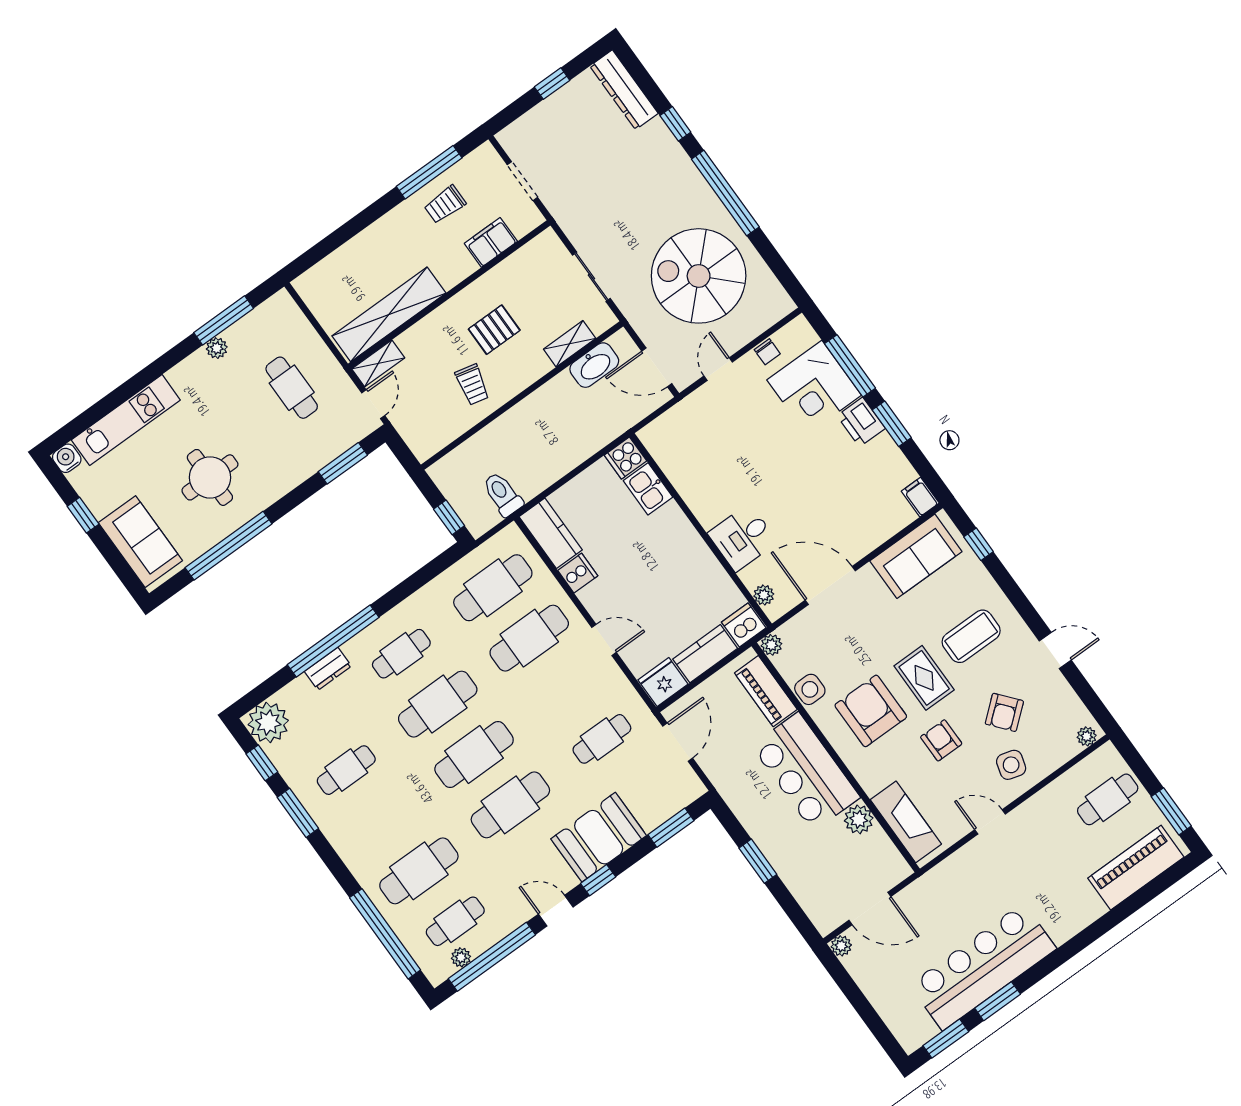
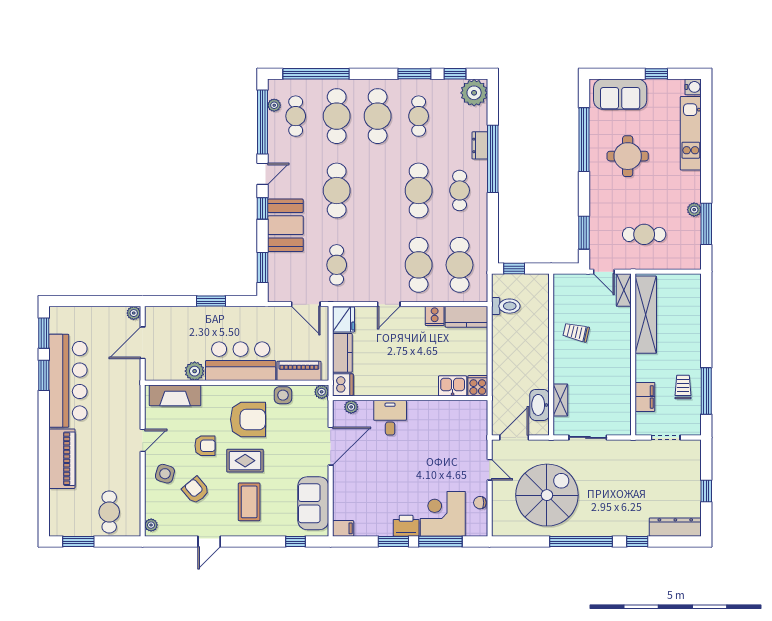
pallet: (494, 330) -> (597, 365), removed
cafe table: (474, 754) -> (378, 116), moved
piano: (1136, 868) -> (62, 459), moved

